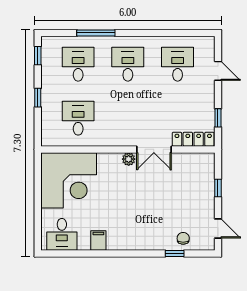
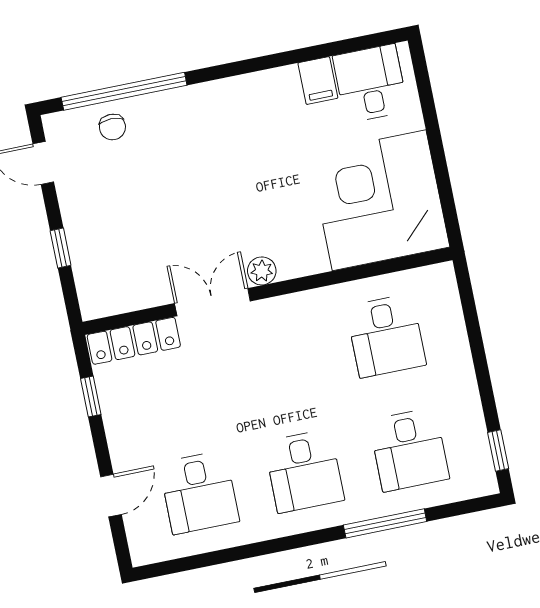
door: (218, 71) -> (111, 496), swing flipped
window: (38, 98) -> (480, 362), removed
filing cabinet: (98, 240) -> (318, 81), moved
window: (175, 254) -> (124, 91), width x3.17

